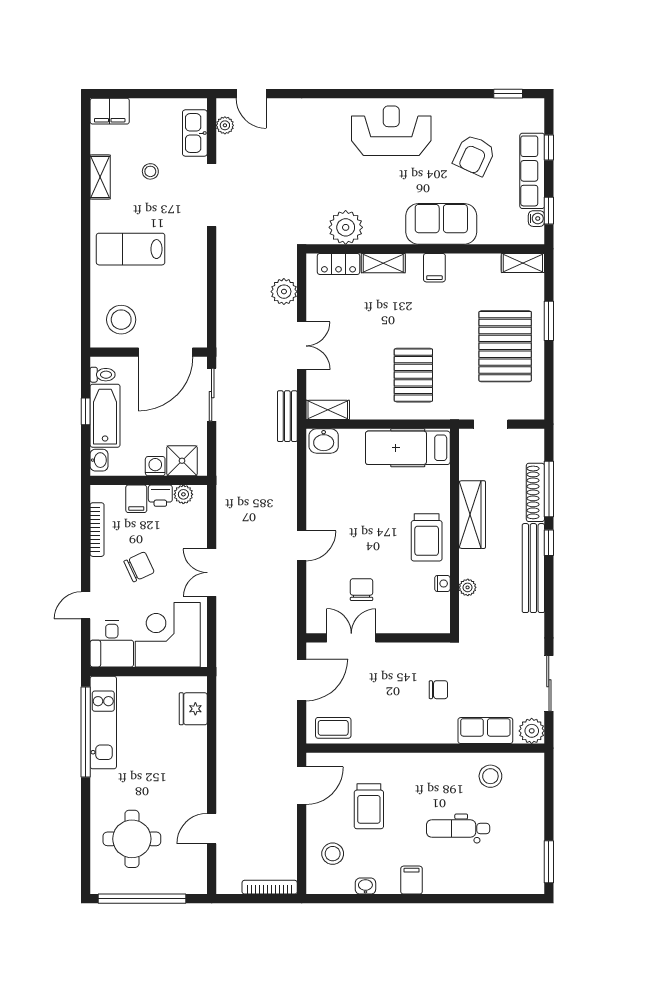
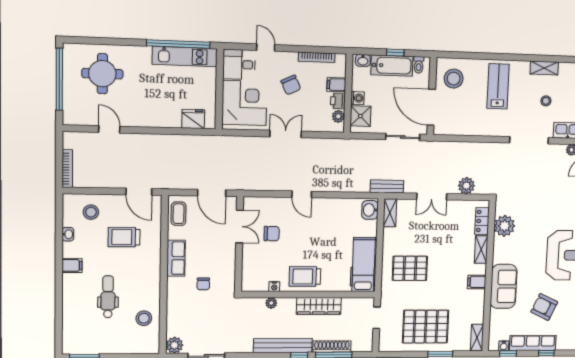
row of seats: (485, 731) -> (176, 258), moved

